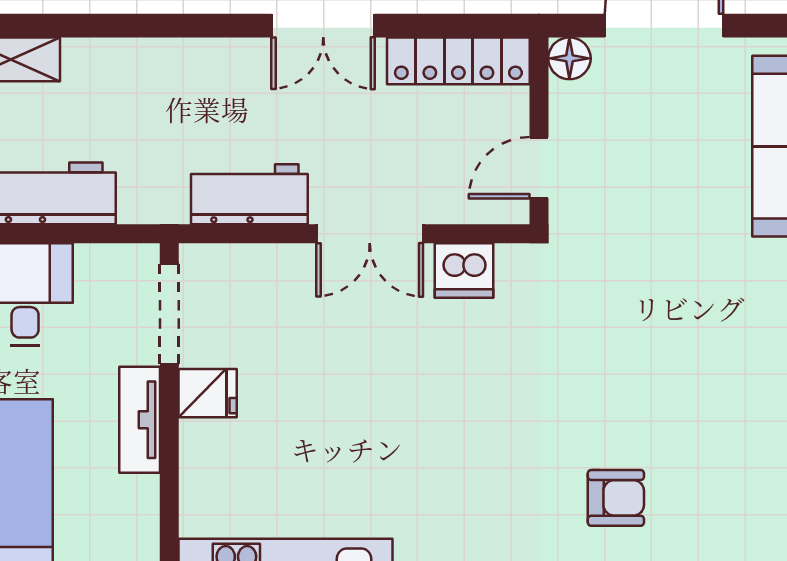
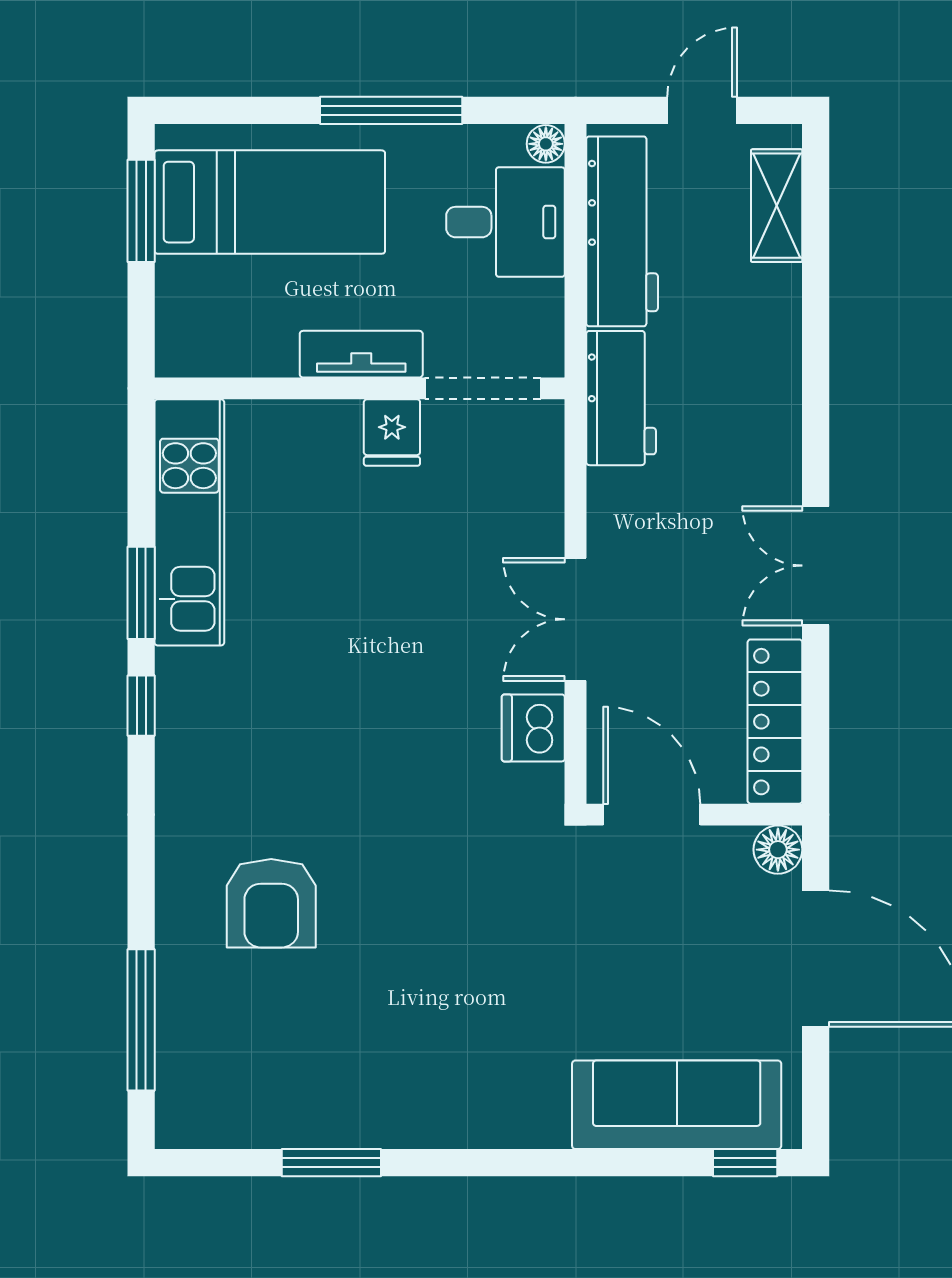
door: (539, 168) -> (652, 815), width x1.38
workbench: (249, 194) -> (621, 398), moved
armchair: (616, 498) -> (271, 903), width x1.38, depth x1.38

